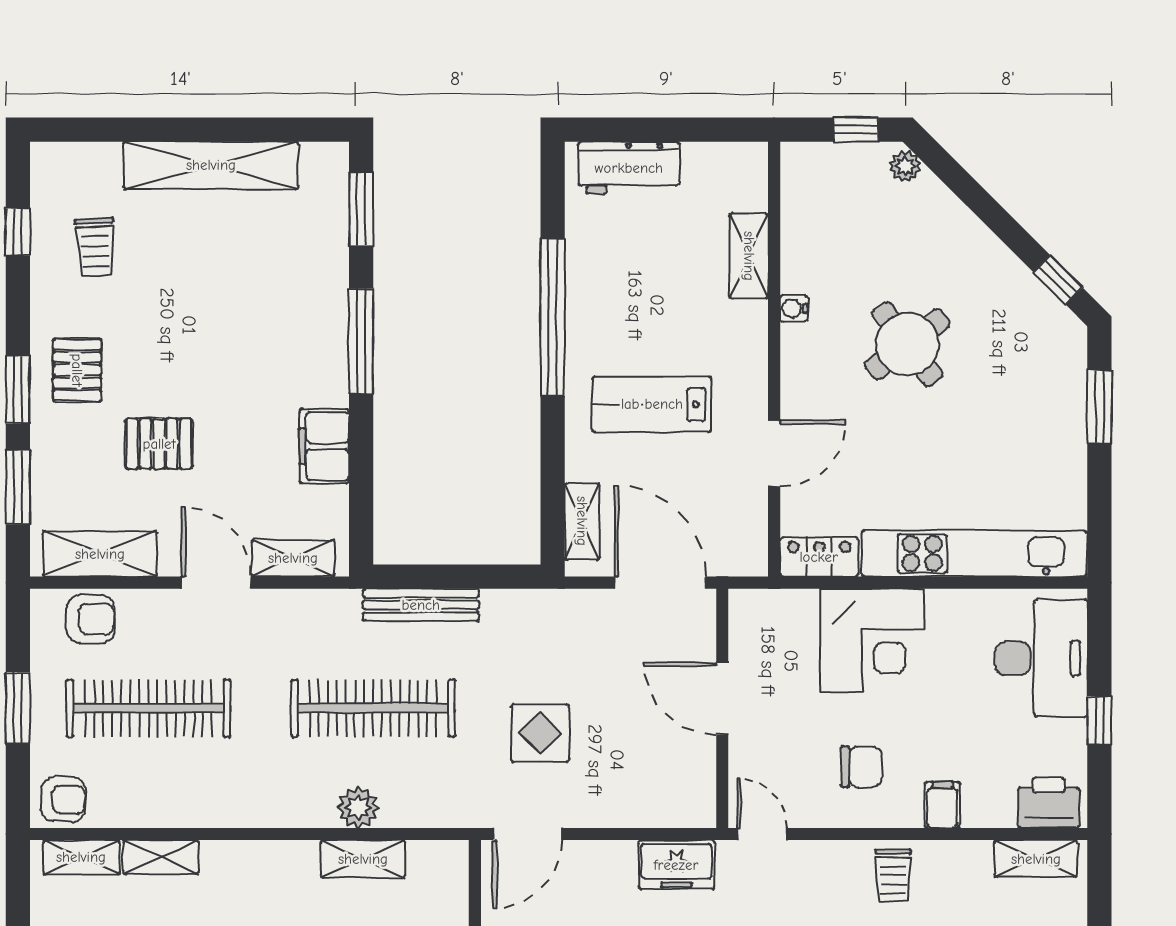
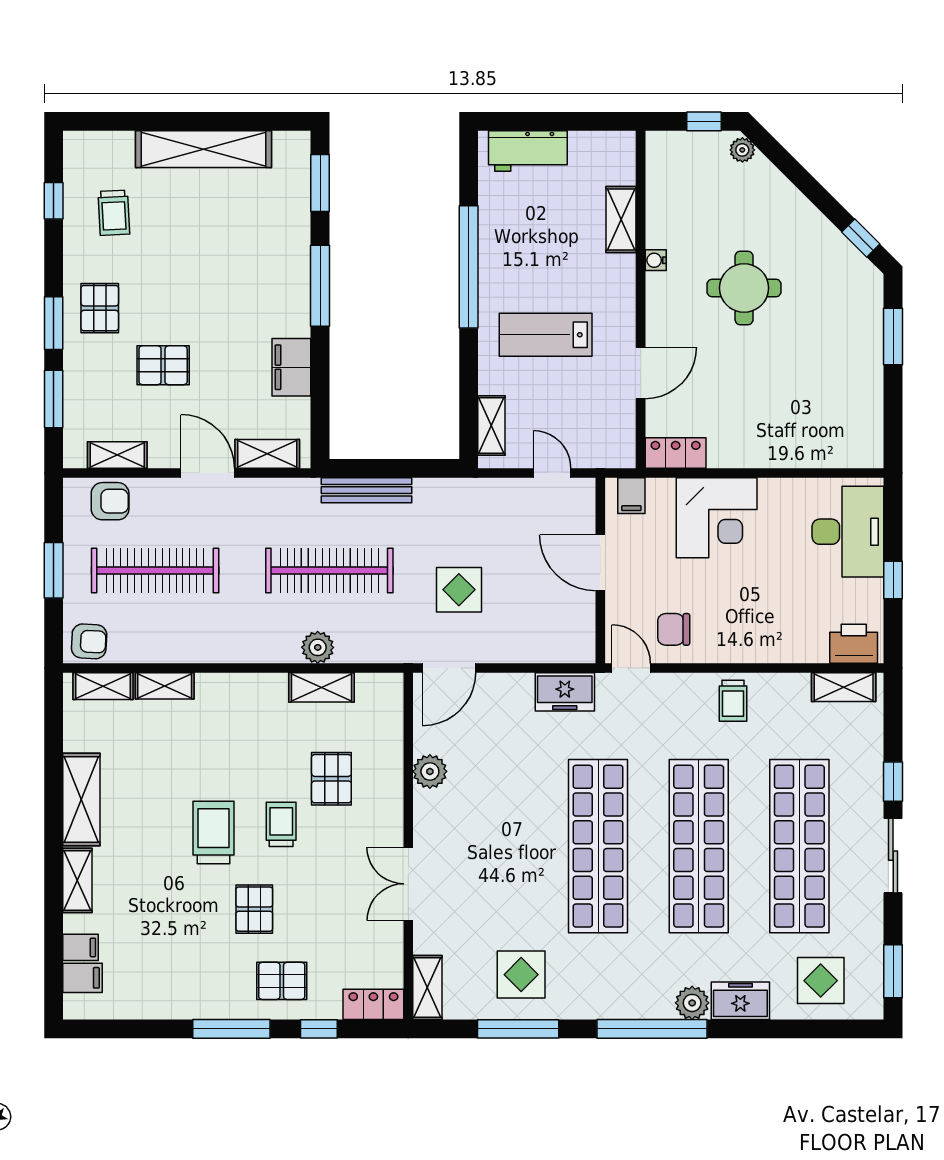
round table: (907, 344) -> (744, 288), turned 37
kitchen unit: (974, 553) -> (796, 450), removed
shelving: (100, 554) -> (117, 455), width x0.67, depth x0.75
door: (660, 583) -> (552, 473), width x0.53
chair: (862, 767) -> (674, 629), moved, turned 180
filing cabinet: (942, 805) -> (631, 496), moved, turned 180

